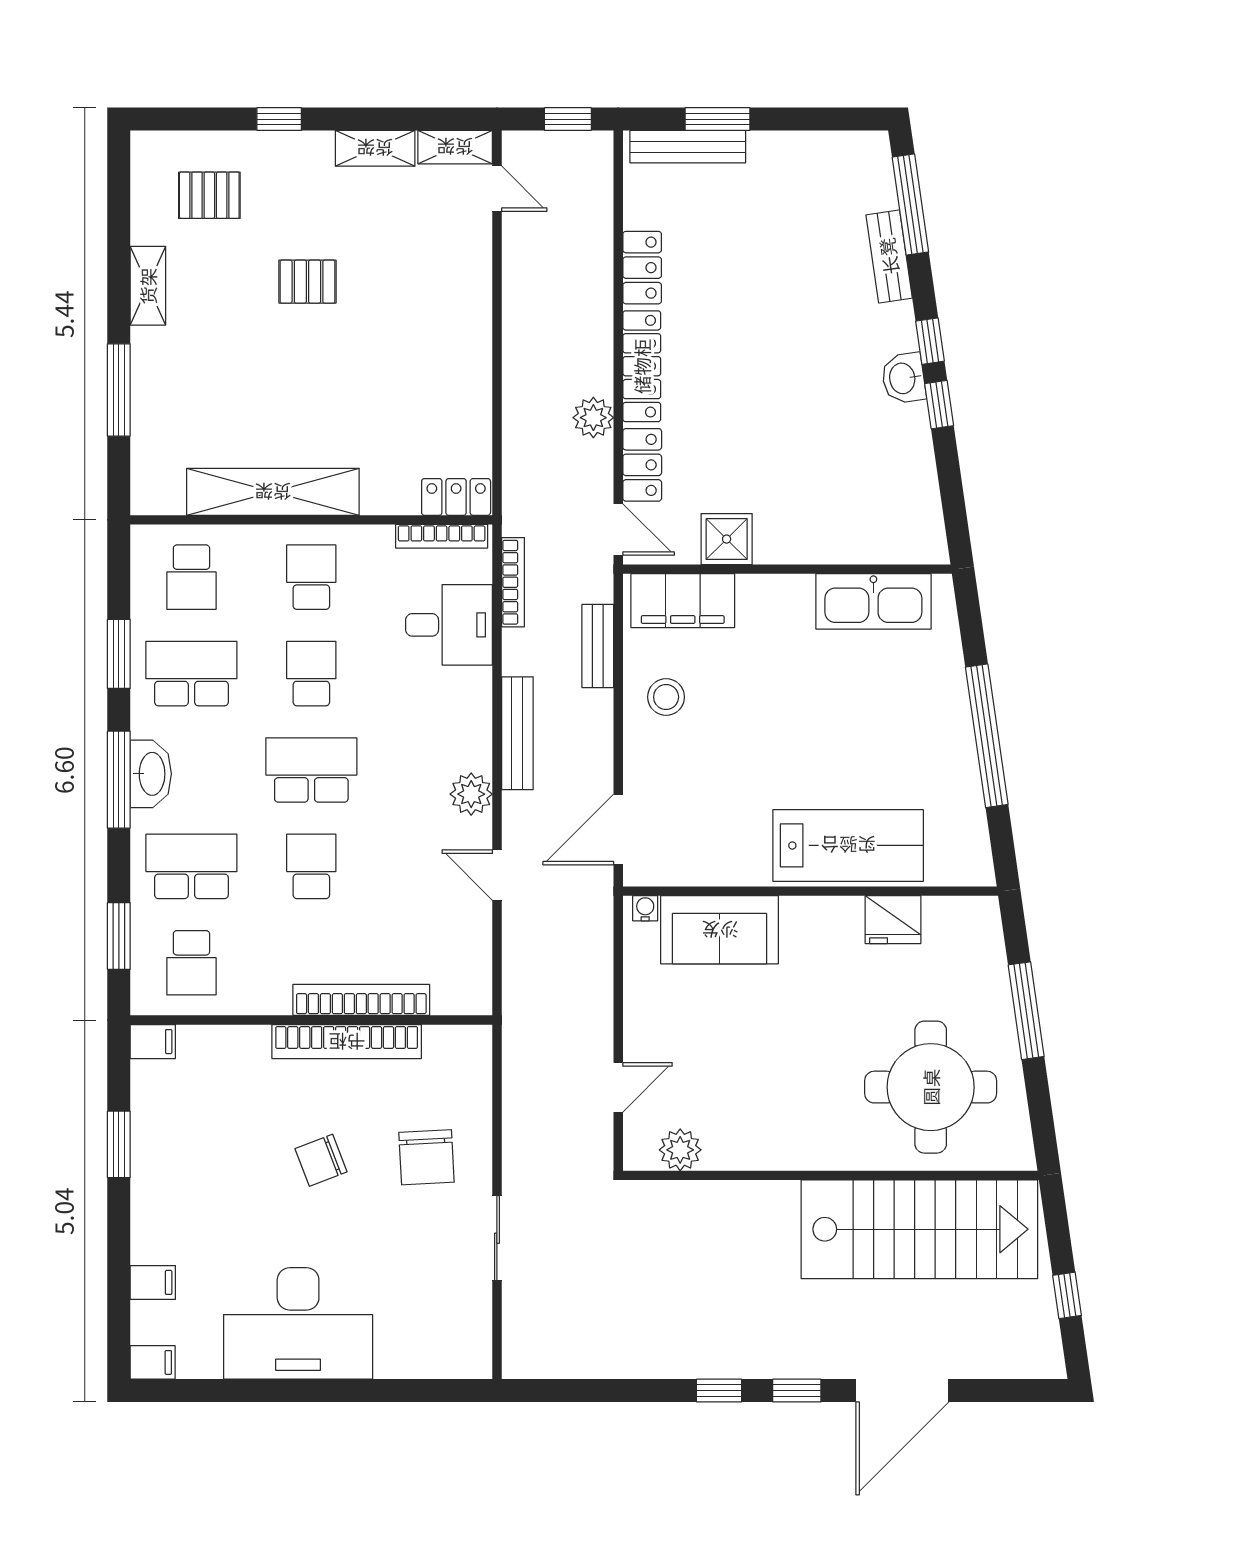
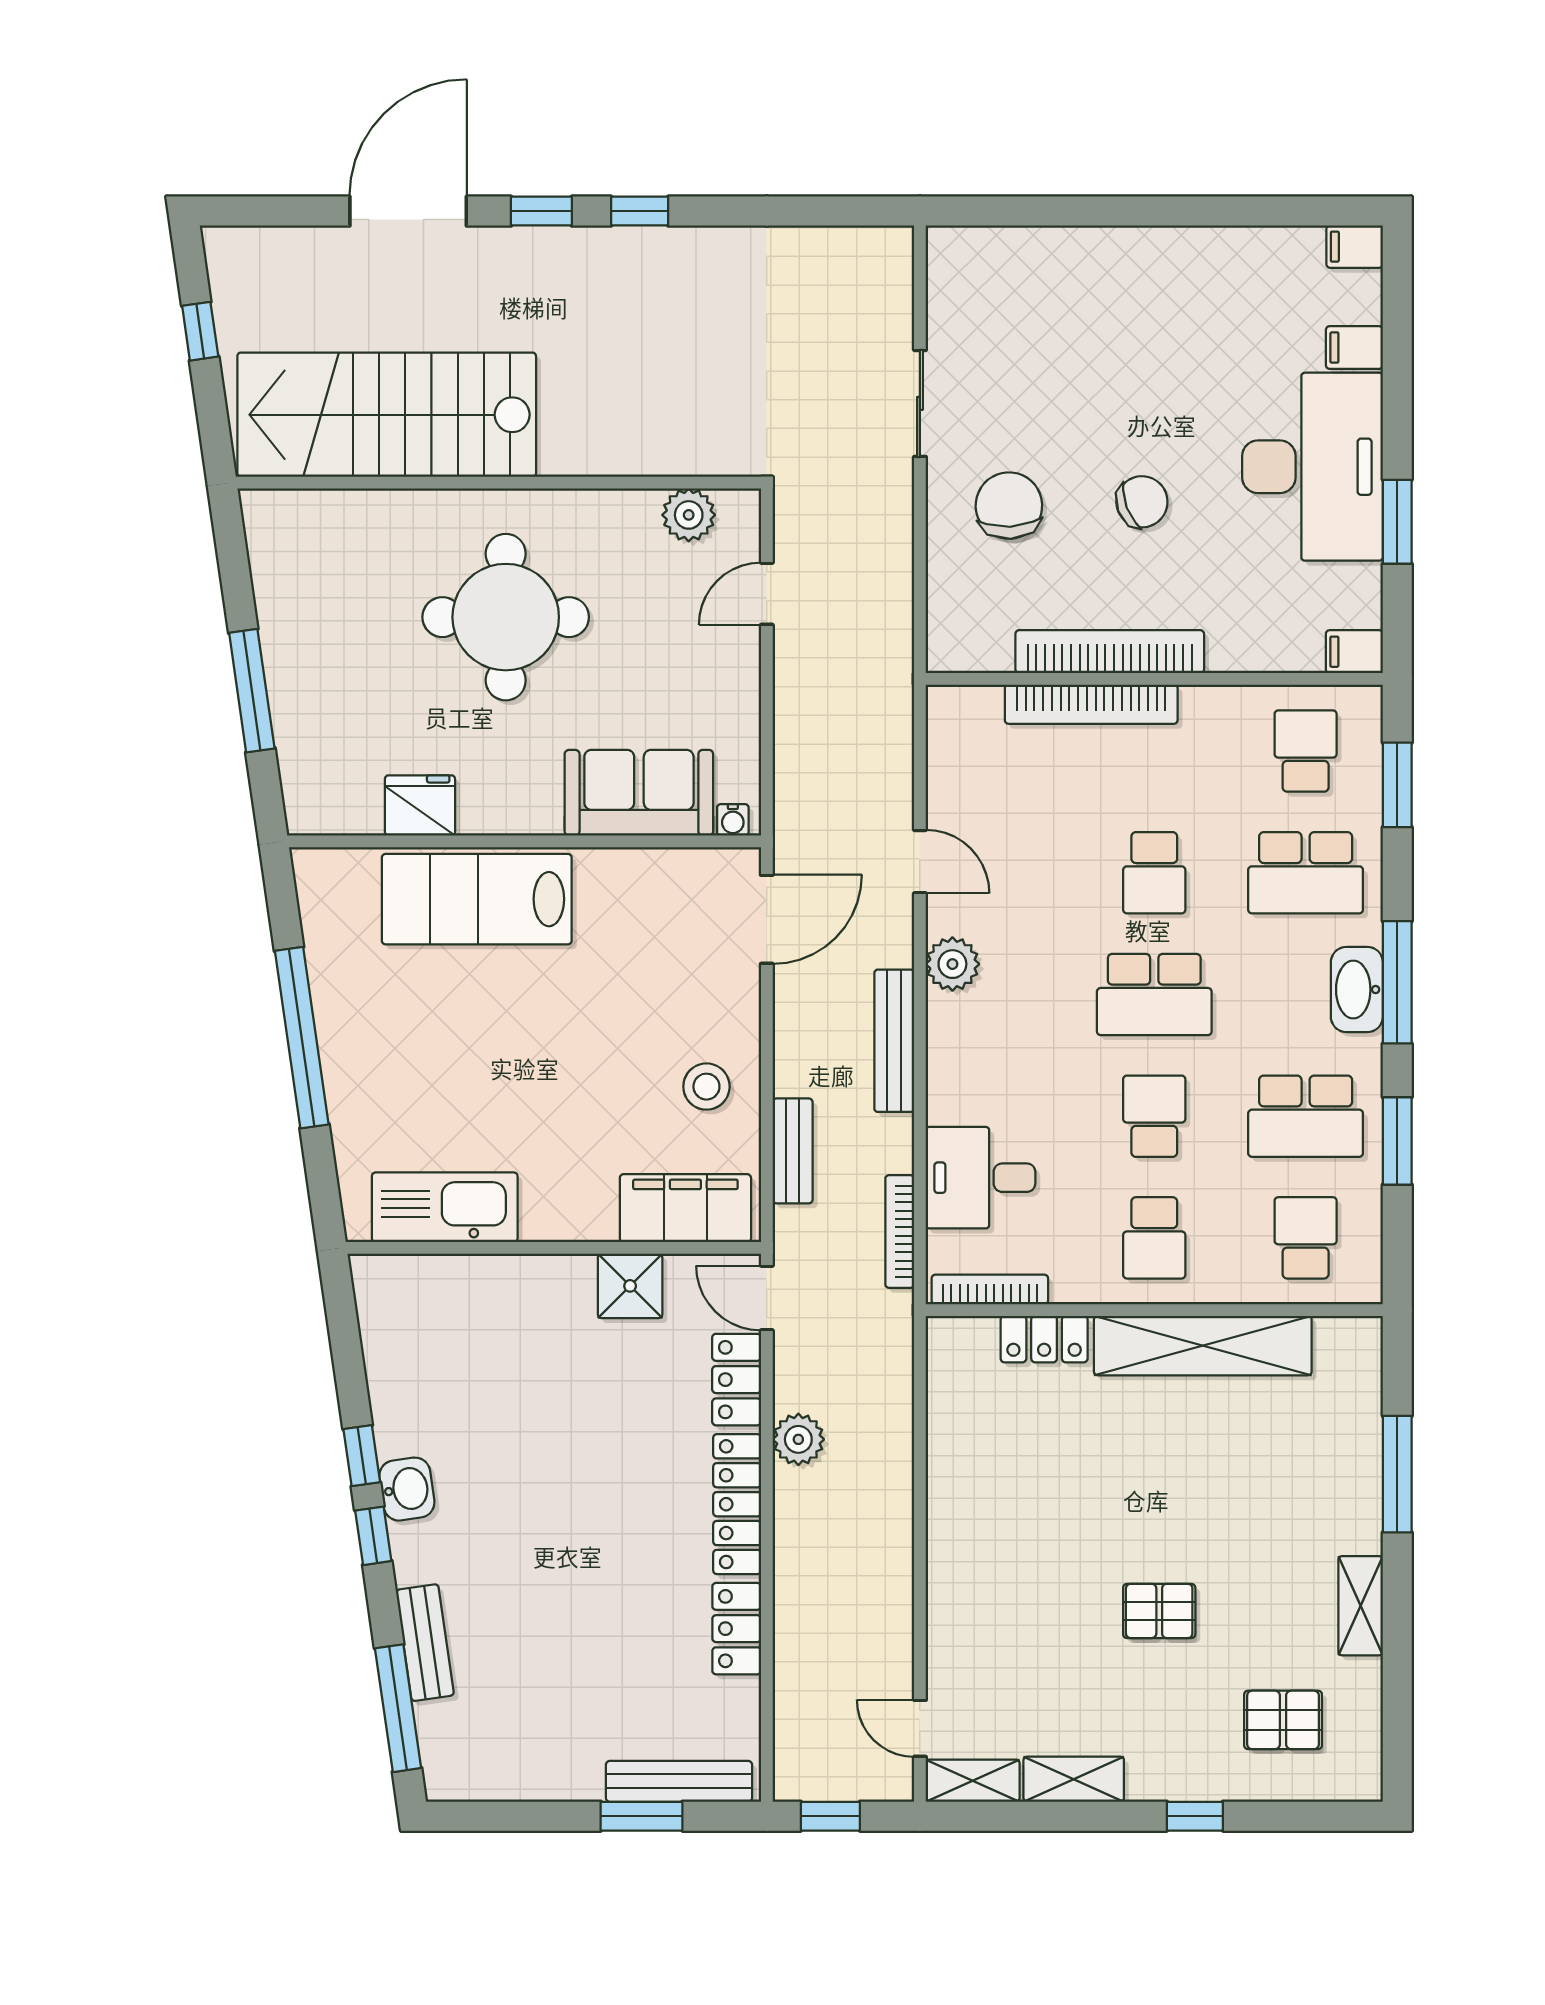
locker: (456, 497) -> (1044, 1339), moved
school desk: (311, 674) -> (1154, 1116), turned 180
round table: (931, 1087) -> (506, 617), moved
desk: (298, 1323) -> (1313, 467), moved, turned 90

